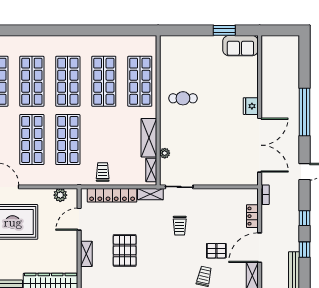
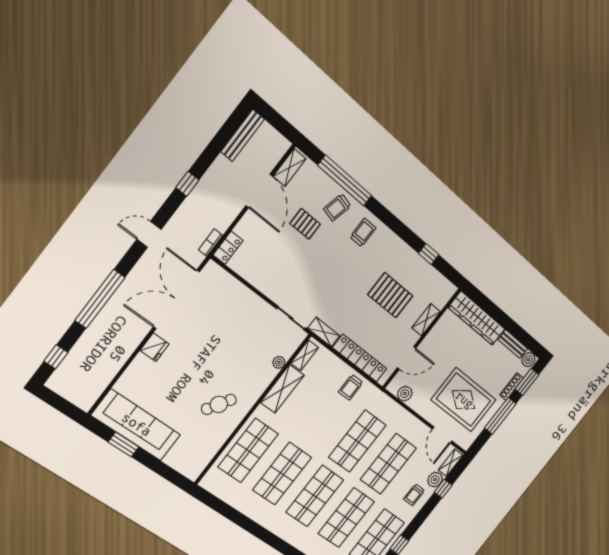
sofa: (240, 46) -> (136, 425), width x1.85, depth x1.27
cafe table: (183, 98) -> (219, 404), turned -57
locker: (252, 216) -> (228, 248), moved
trolley: (180, 226) -> (363, 233), moved
door: (260, 248) -> (259, 191), hinge flipped
pallet: (125, 250) -> (390, 295), turned 90
window: (304, 250) -> (56, 357), moved

